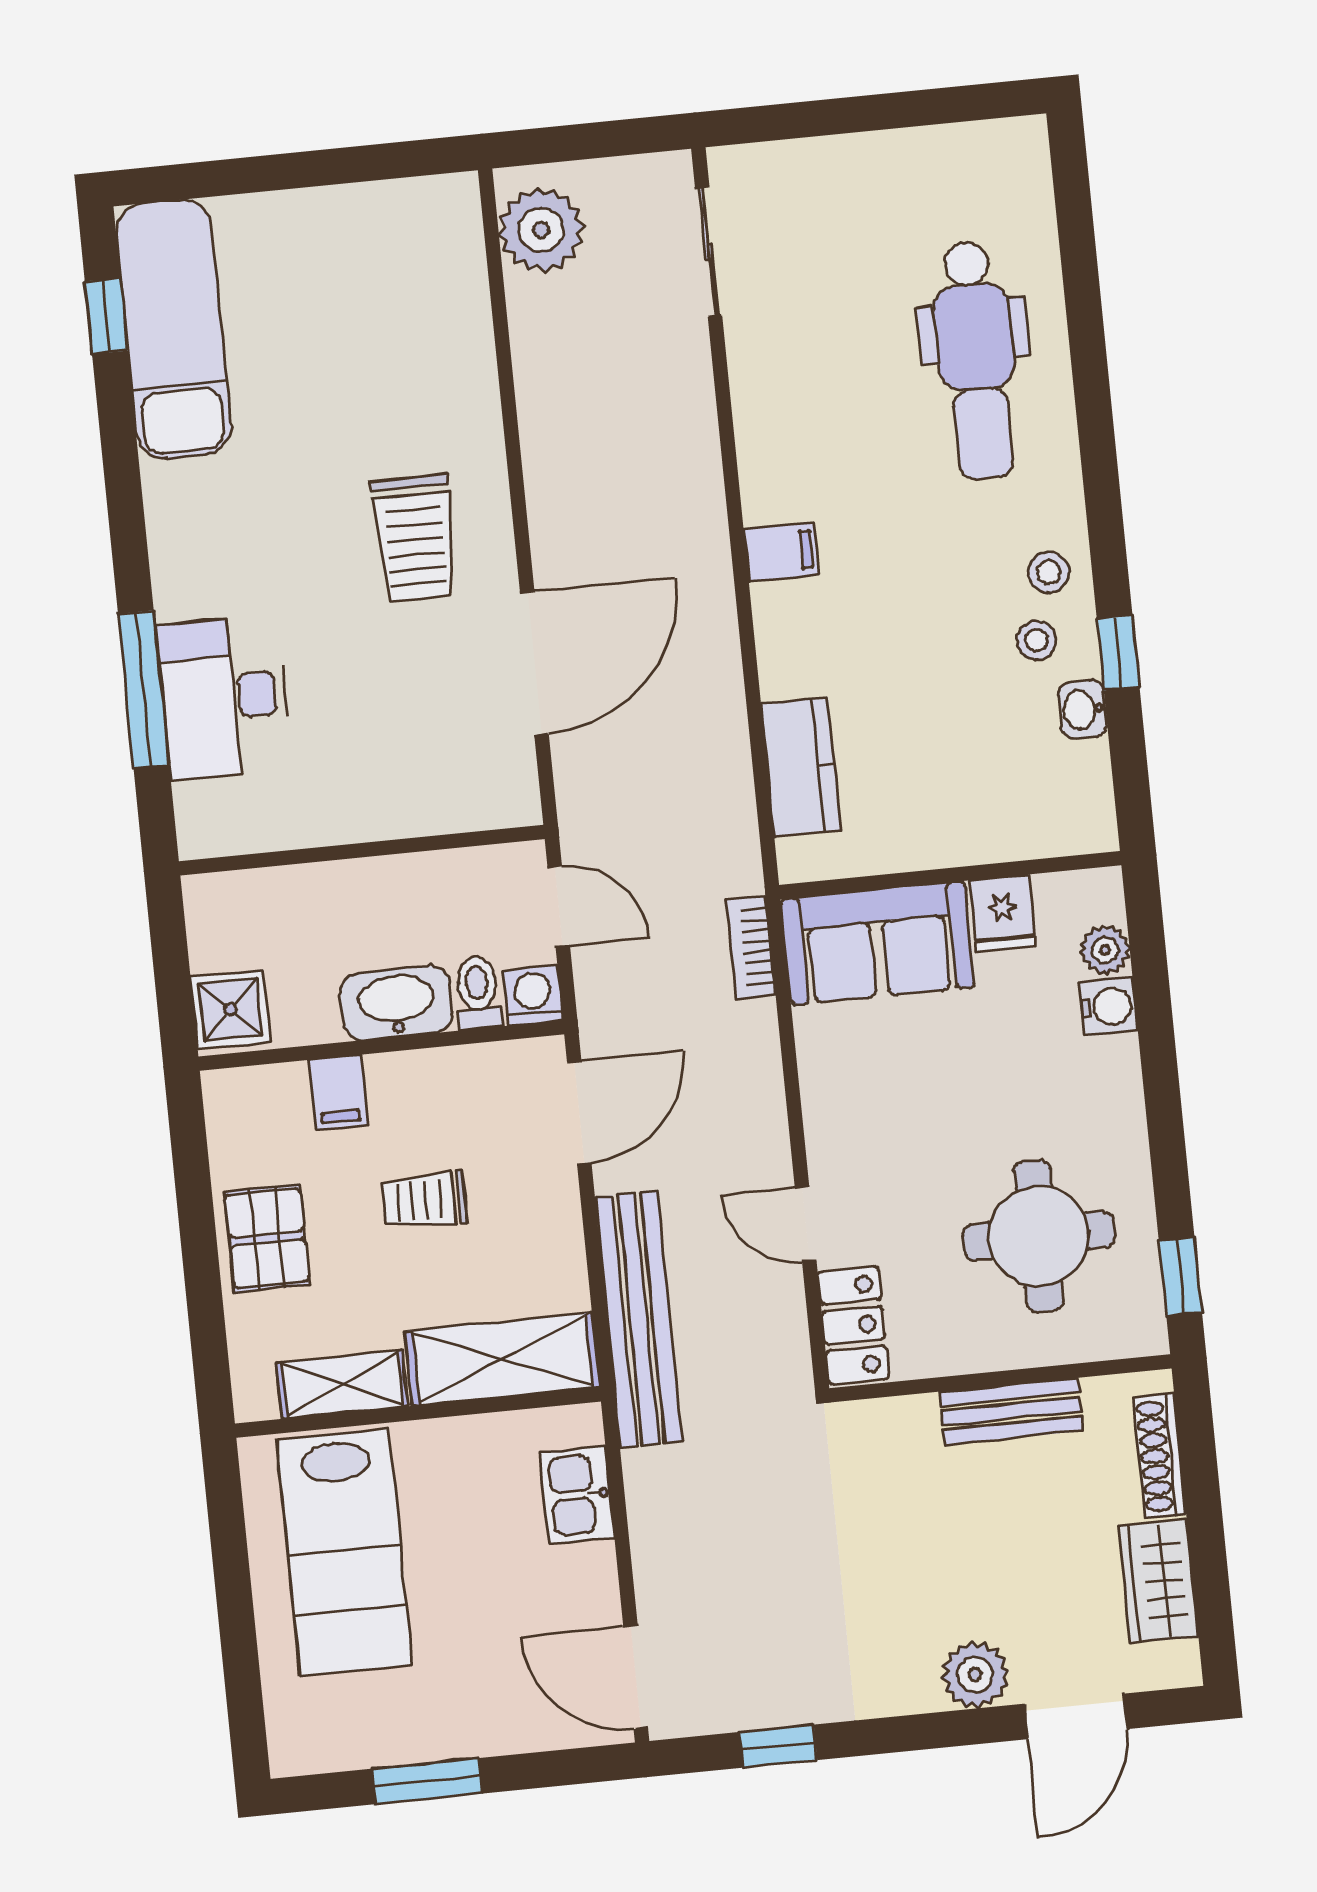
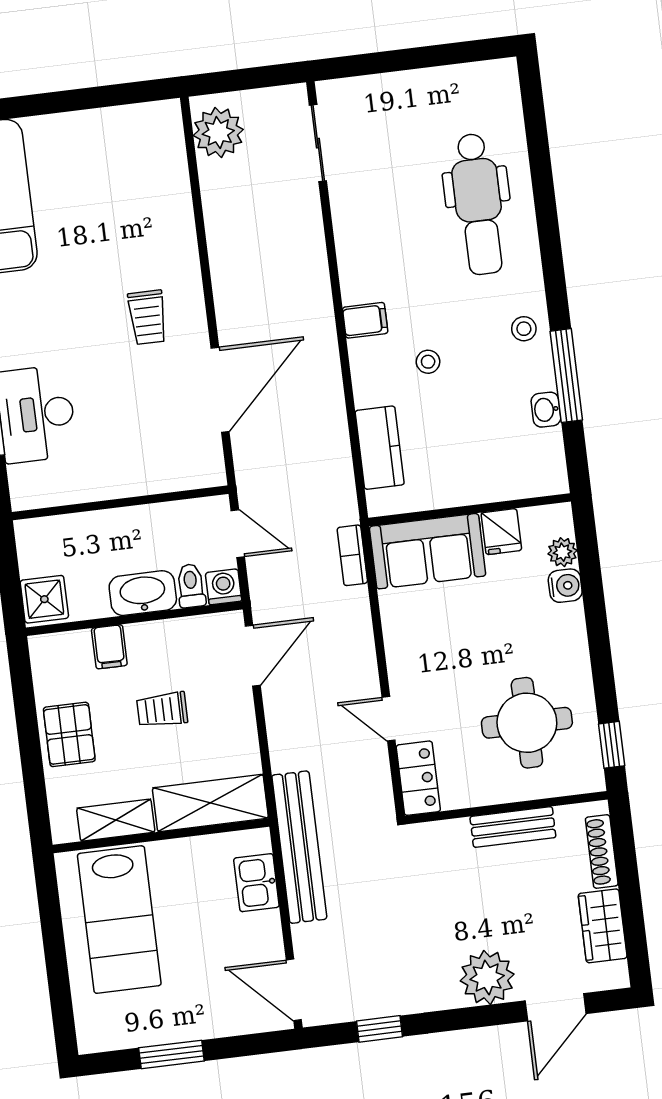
trolley: (415, 539) -> (147, 317), width x0.73, depth x0.72
stool: (1037, 640) -> (428, 362), moved
window: (1118, 653) -> (566, 376), width x2.17
bench: (639, 1319) -> (299, 847), moved
plant: (975, 1675) -> (487, 977), width x1.36, depth x1.36

